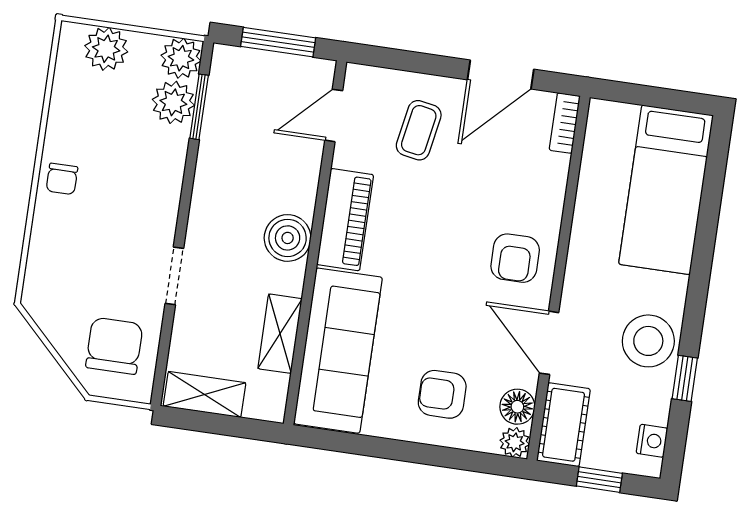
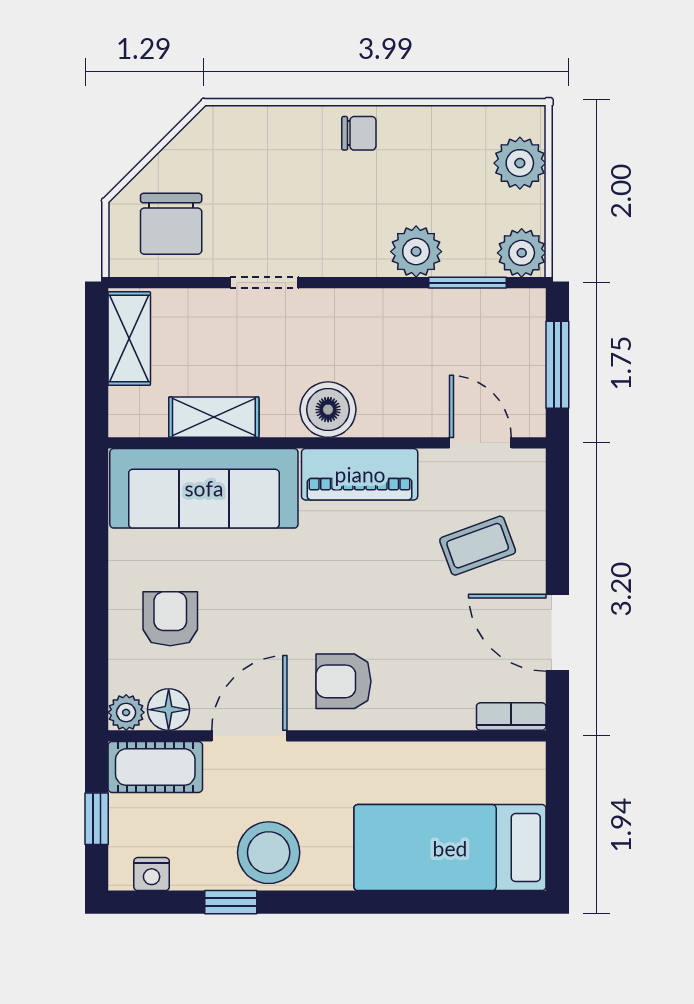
plant: (173, 102) -> (416, 252), moved
coffee table: (419, 130) -> (478, 546), turned -30
chair: (62, 179) -> (359, 133), turned 180
chair: (114, 346) -> (171, 224), turned 90

